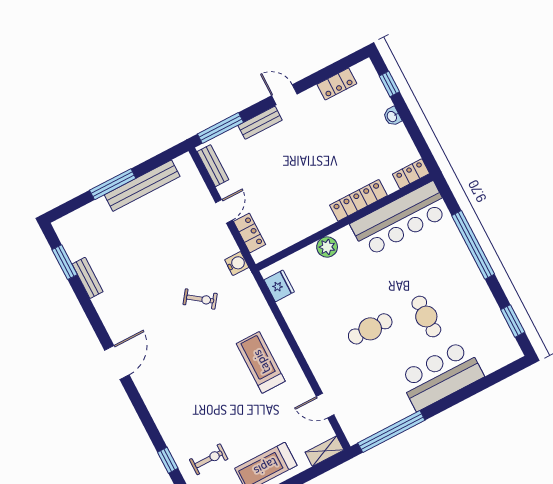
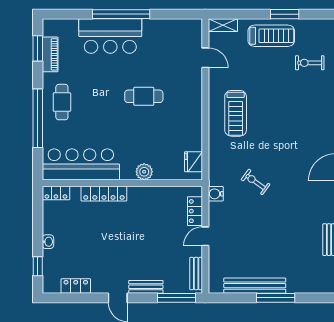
cafe table: (426, 317) -> (62, 102), moved
piano: (496, 321) -> (50, 54), added
window: (391, 432) -> (121, 14), moved

